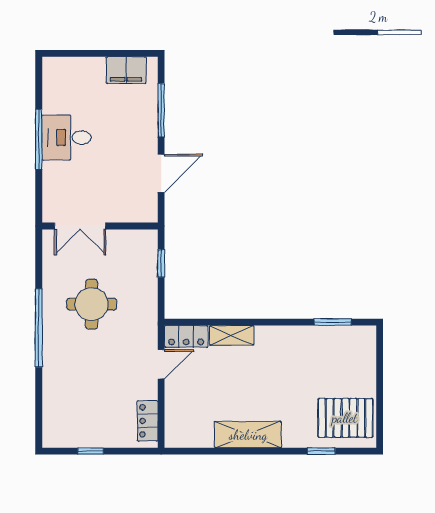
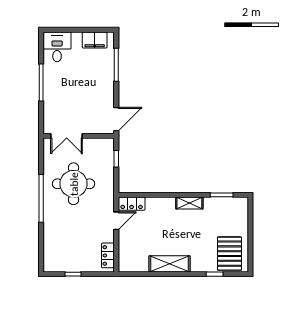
desk: (66, 138) -> (57, 47), moved, turned 90
door: (161, 173) -> (116, 119), moved
round table: (92, 304) -> (74, 184), width x1.36, depth x1.36
shelving: (232, 335) -> (189, 203), moved
pallet: (345, 418) -> (229, 254), turned 90

